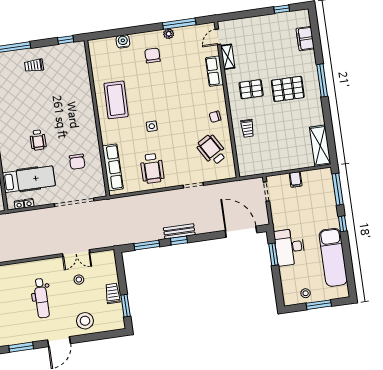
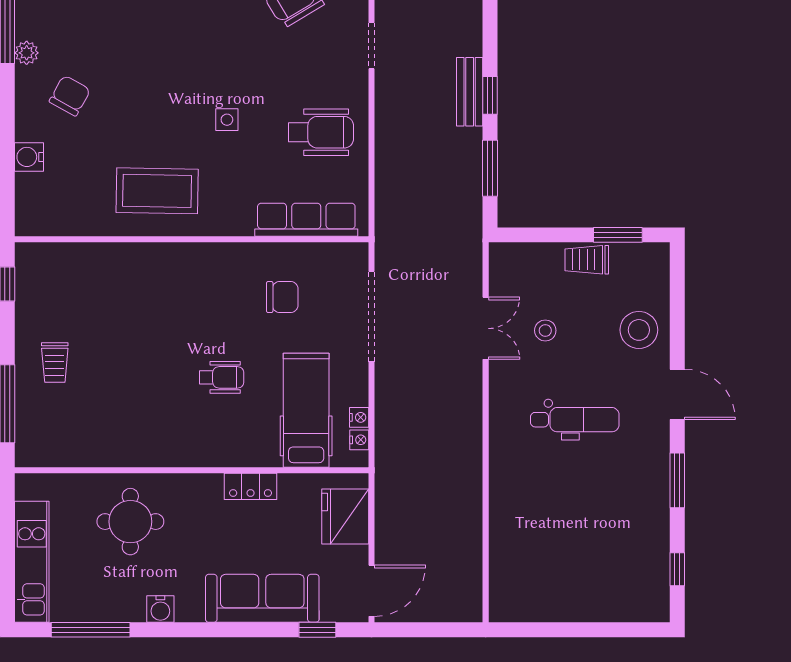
chair: (152, 55) -> (70, 96), turned 119

